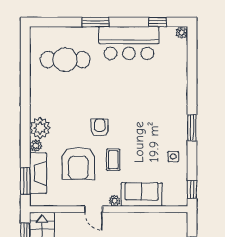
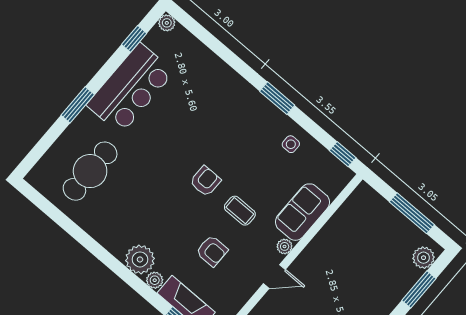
armchair: (100, 128) -> (205, 181), moved, turned 90
armchair: (78, 163) -> (212, 251), width x0.53, depth x0.53

